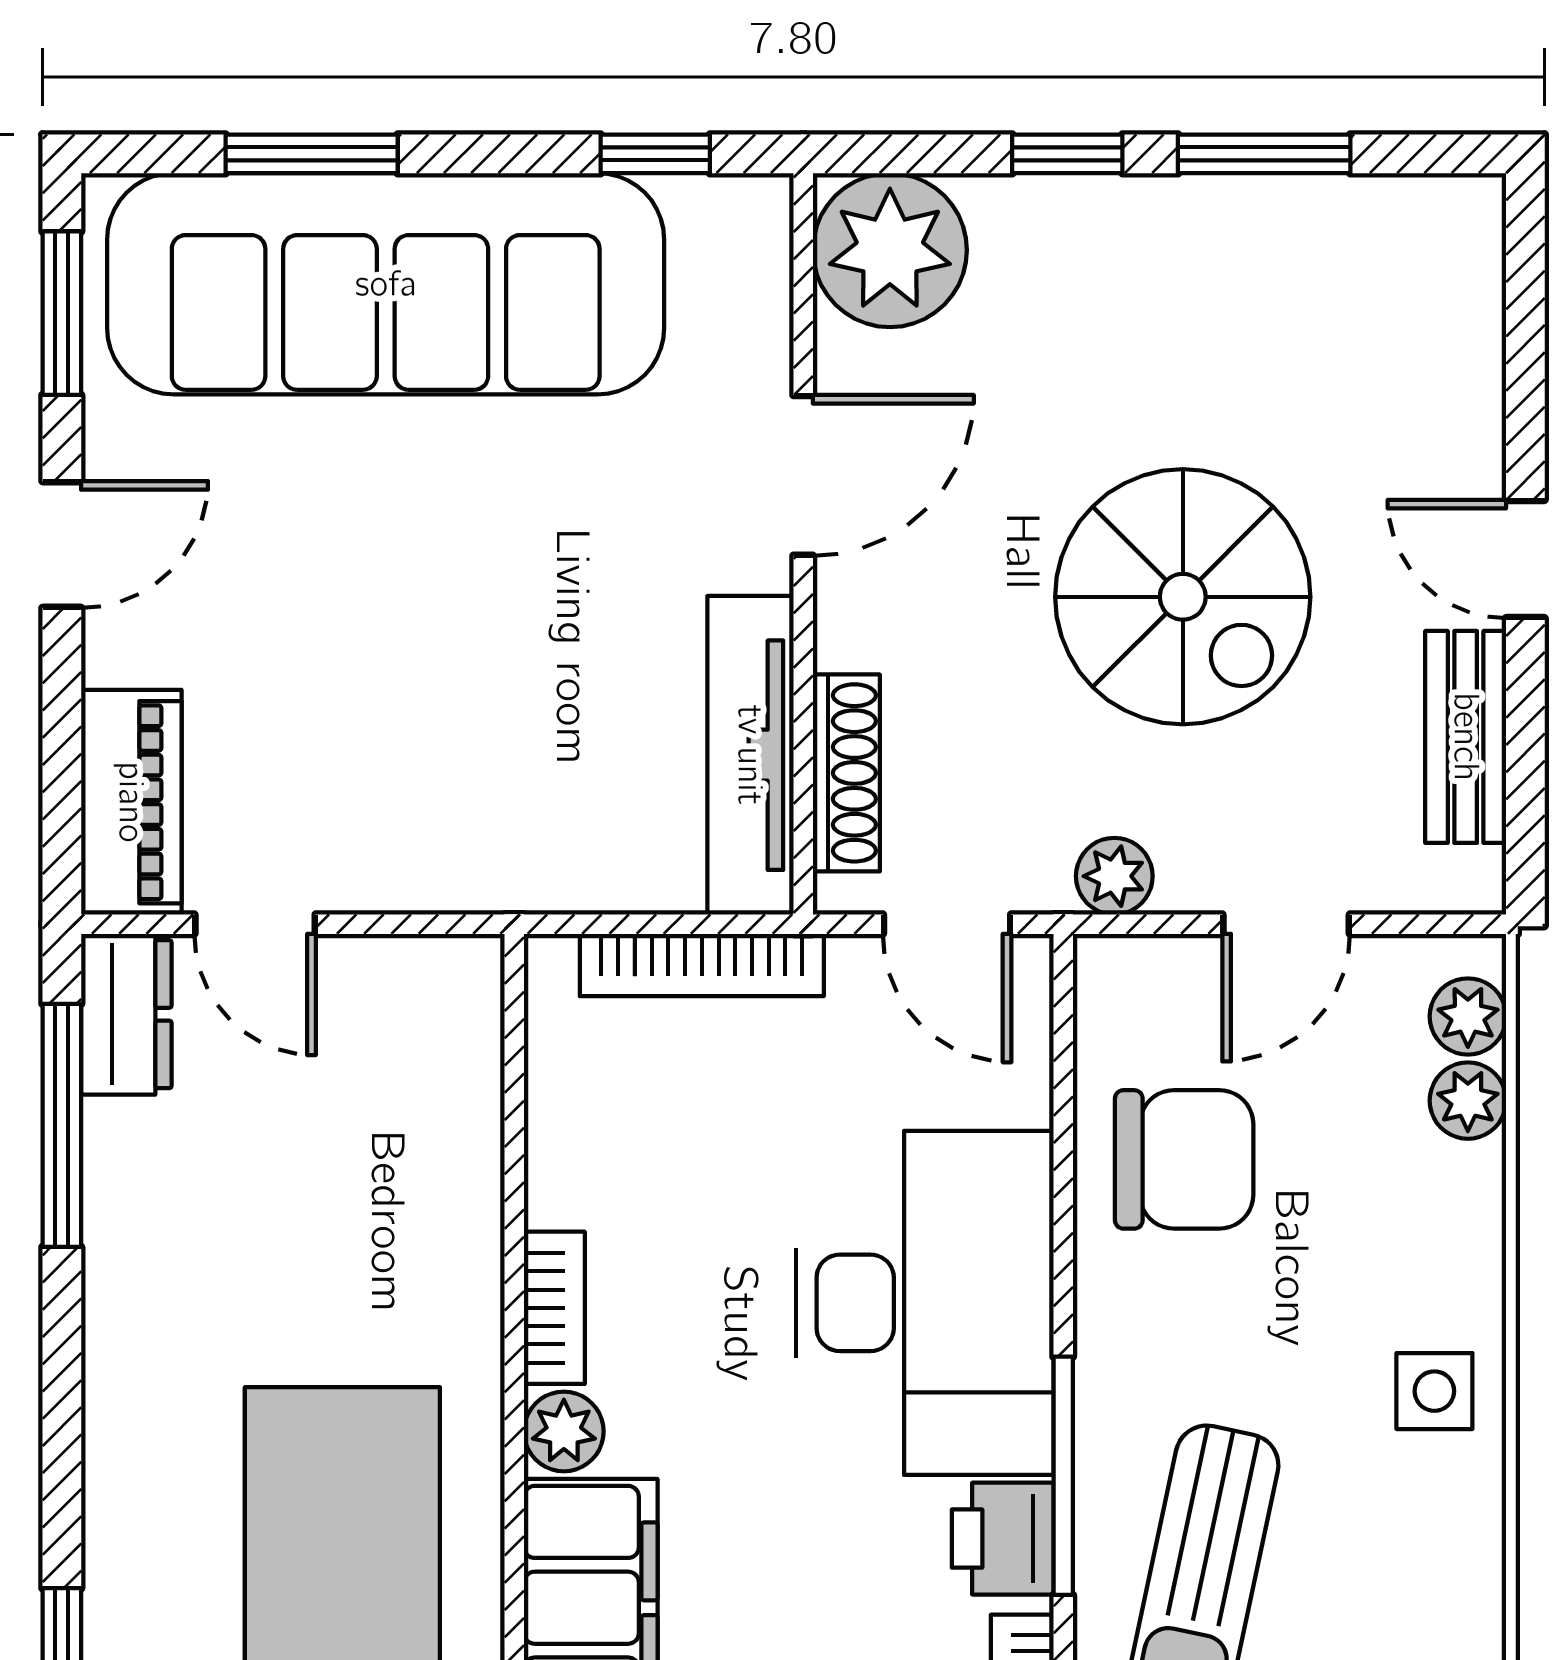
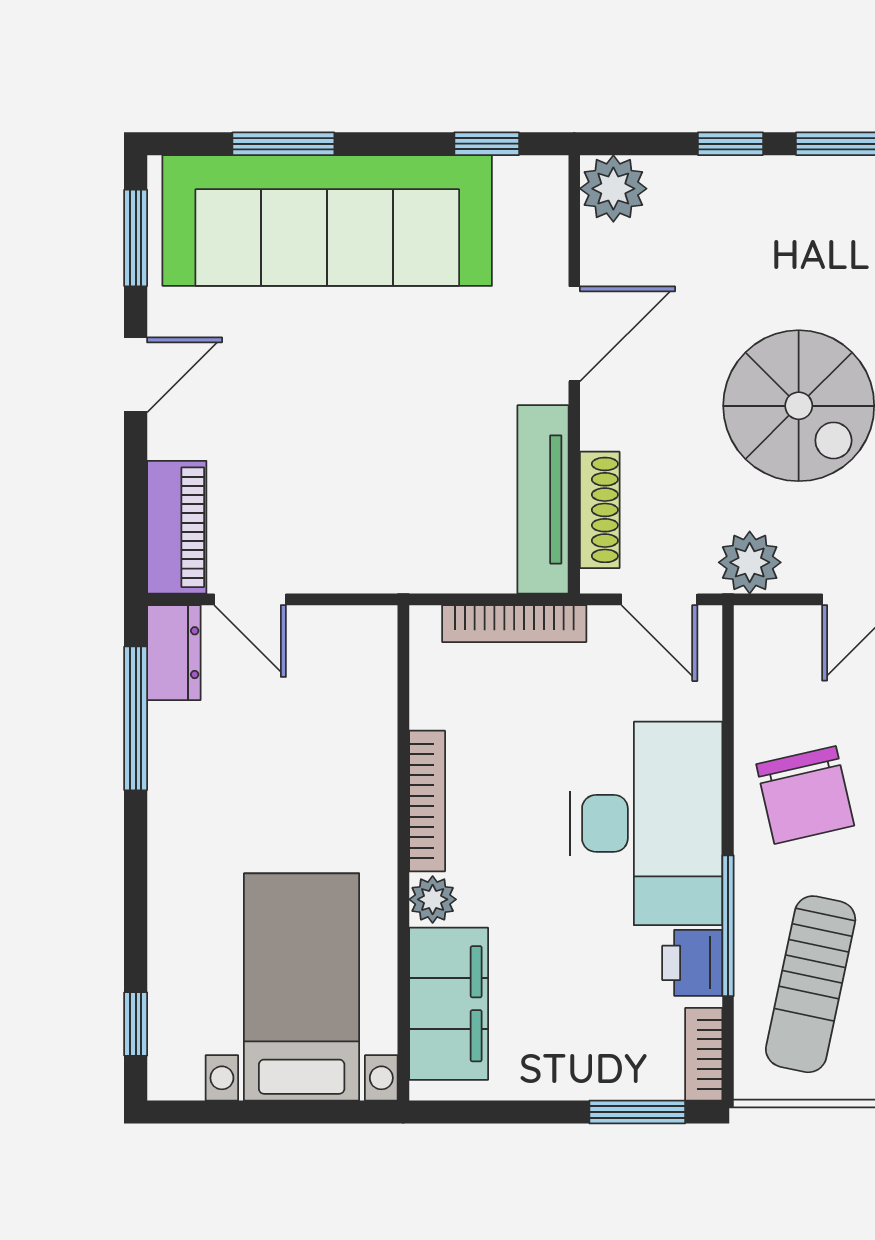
plant: (890, 250) -> (613, 189), width x0.73, depth x0.73
plant: (1114, 876) -> (750, 562), width x1.38, depth x1.38
chair: (1184, 1159) -> (805, 795), moved, turned 77
bookcase: (554, 1308) -> (427, 801), width x1.56

